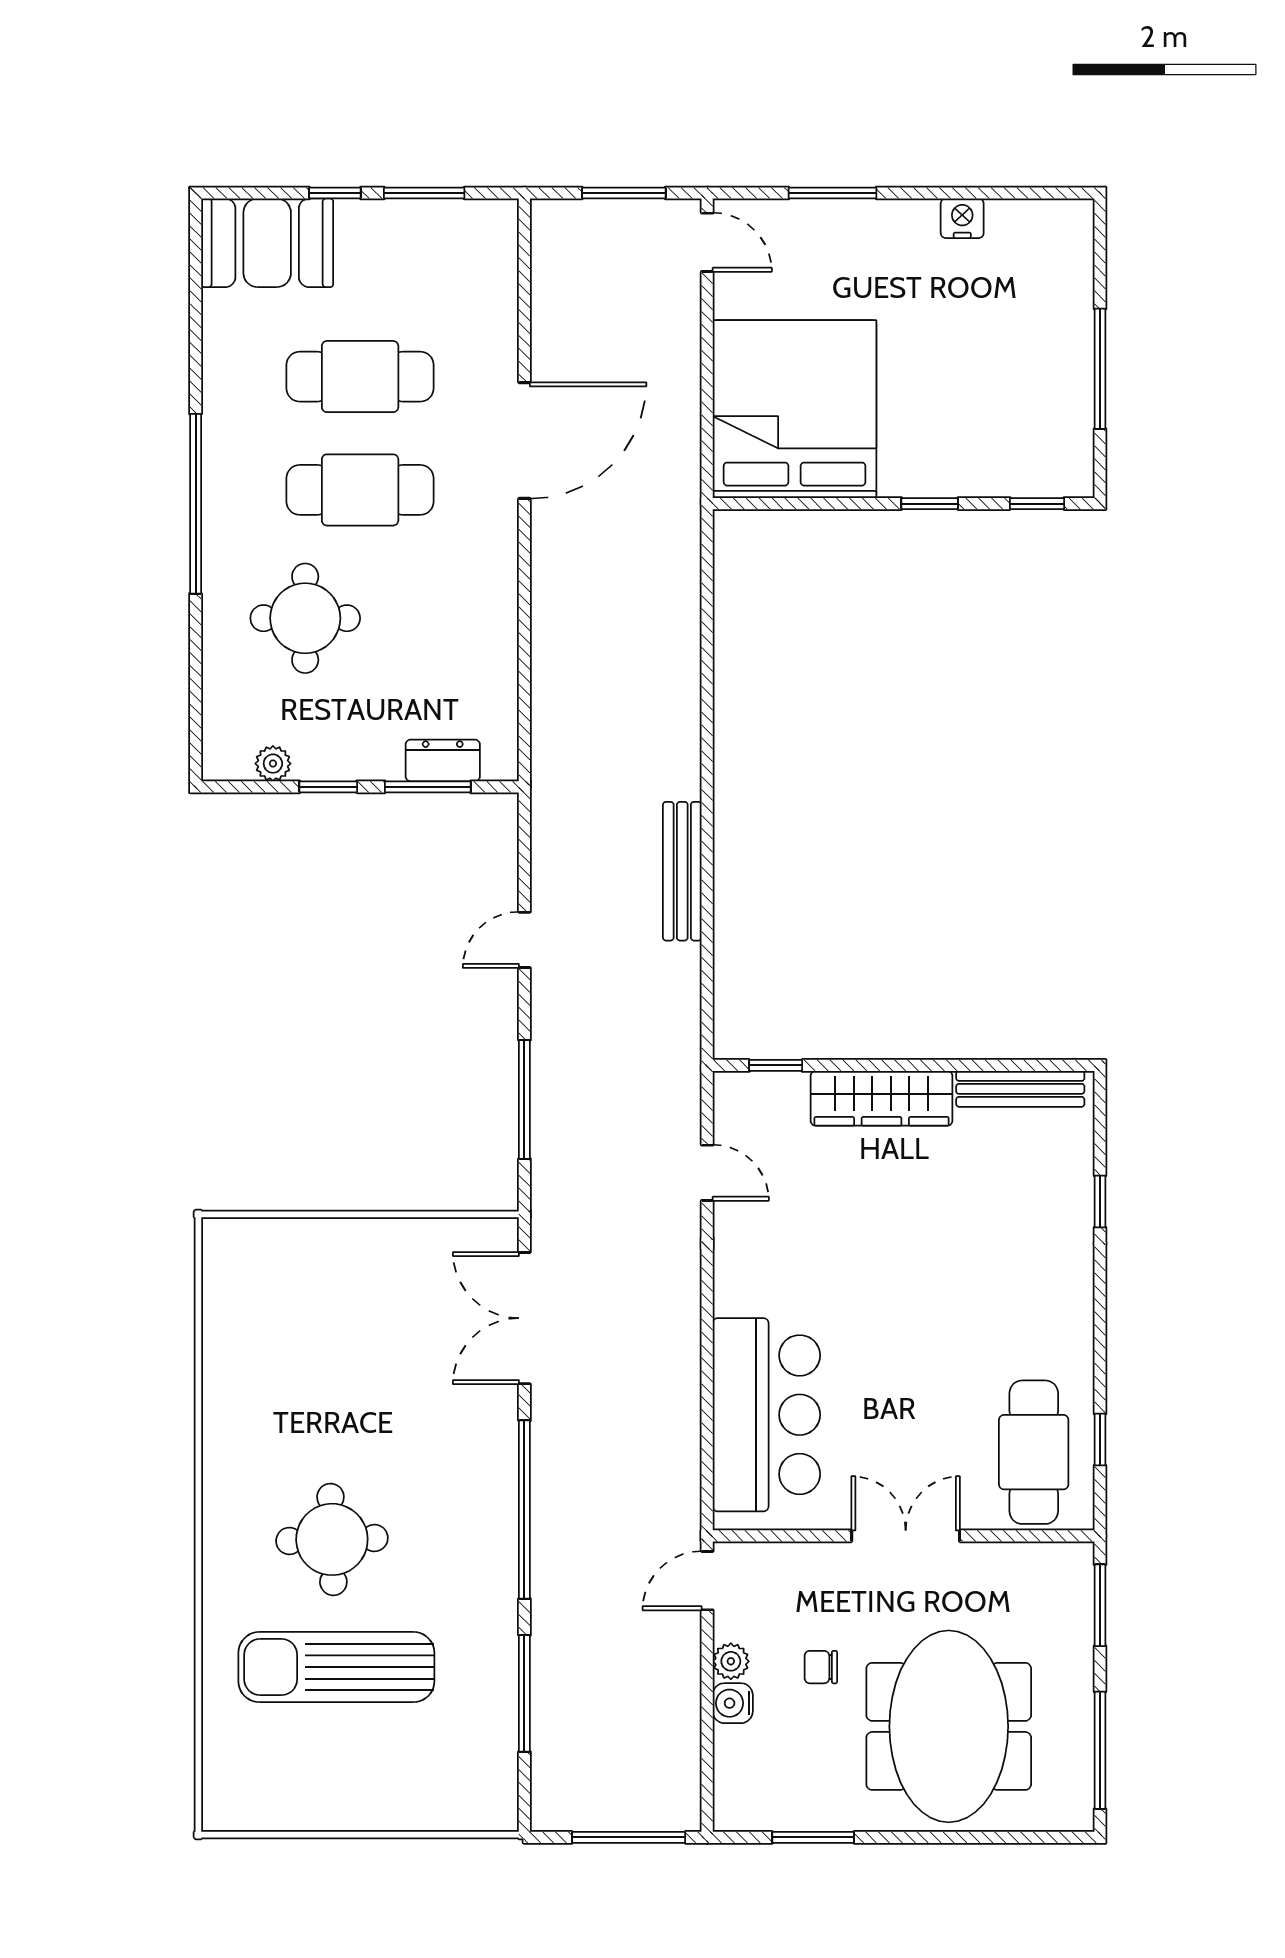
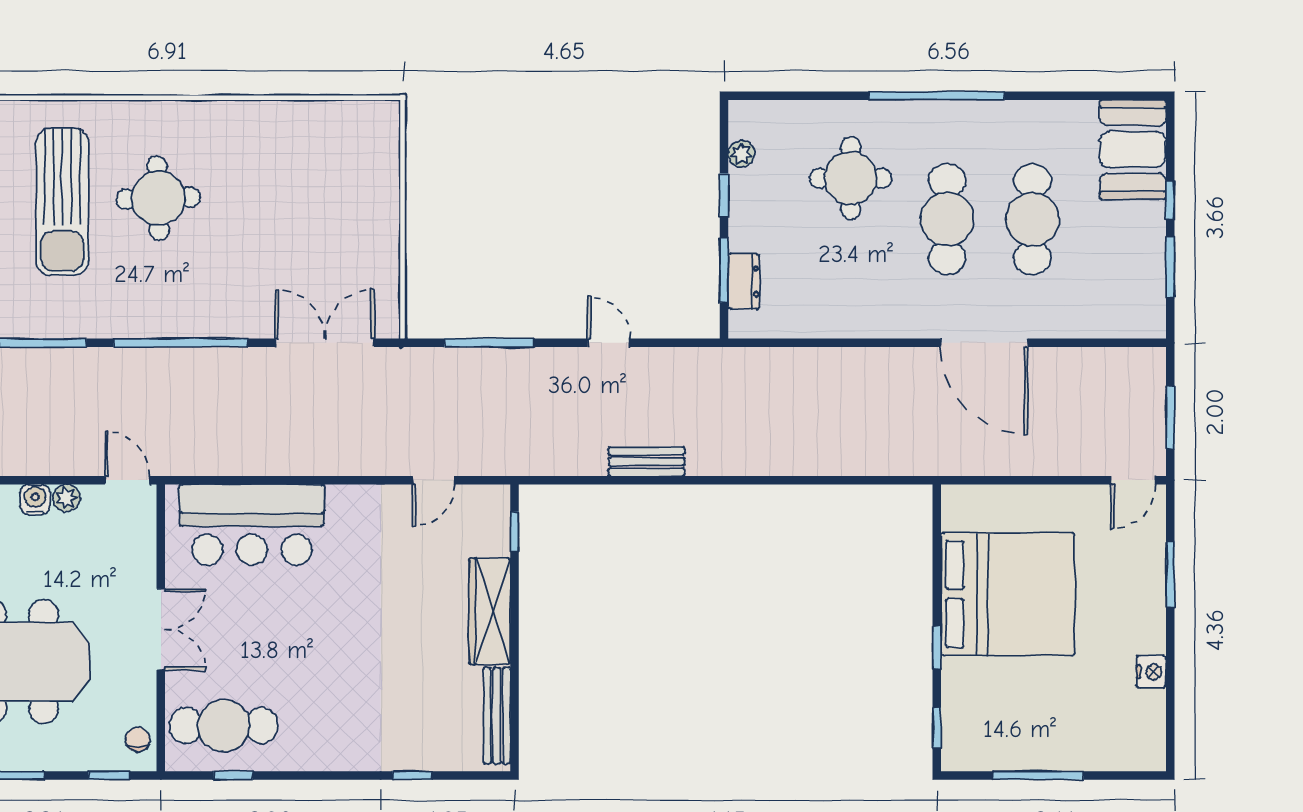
bed: (795, 409) -> (1008, 594), moved
bench: (682, 871) -> (647, 461), width x0.73
window: (1100, 1605) -> (109, 775), width x0.67
sun lounger: (336, 1667) -> (62, 201), turned 180
chair: (821, 1667) -> (138, 739), moved

